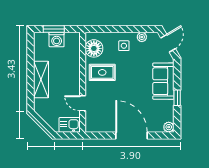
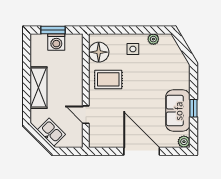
door: (168, 43) -> (183, 46), removed
sofa: (163, 81) -> (178, 111), moved
kitchen sink: (69, 125) -> (51, 132), moved, turned 45

